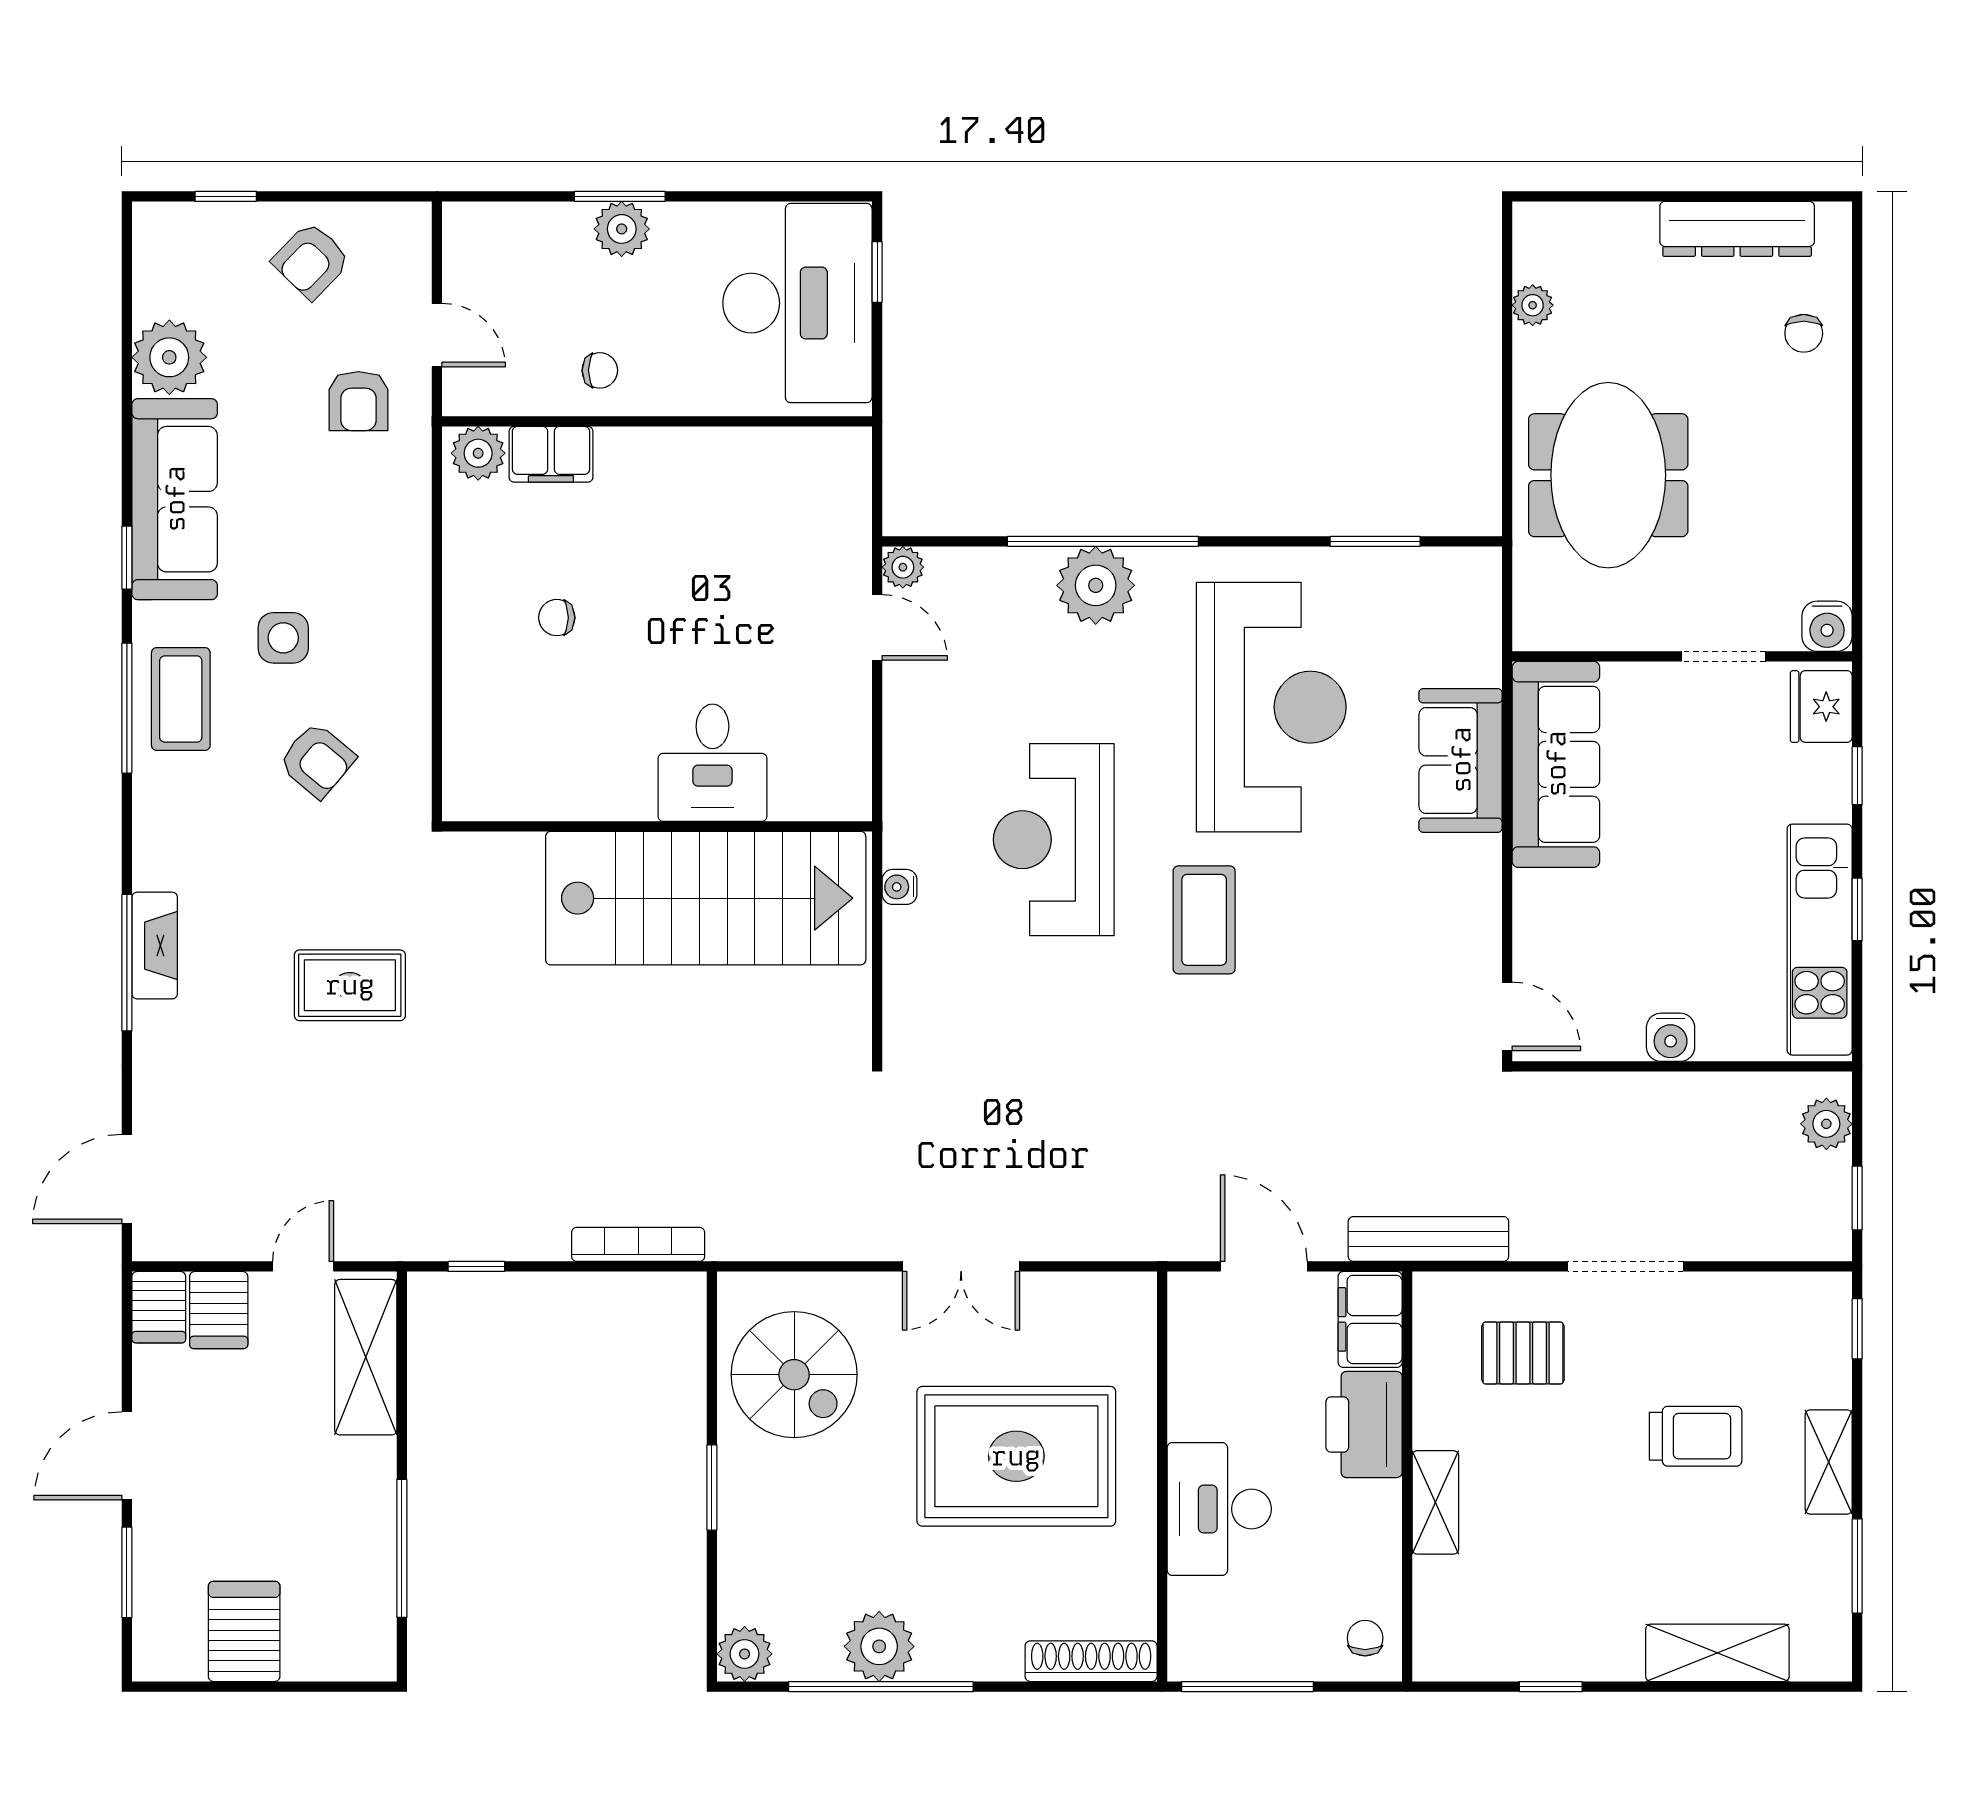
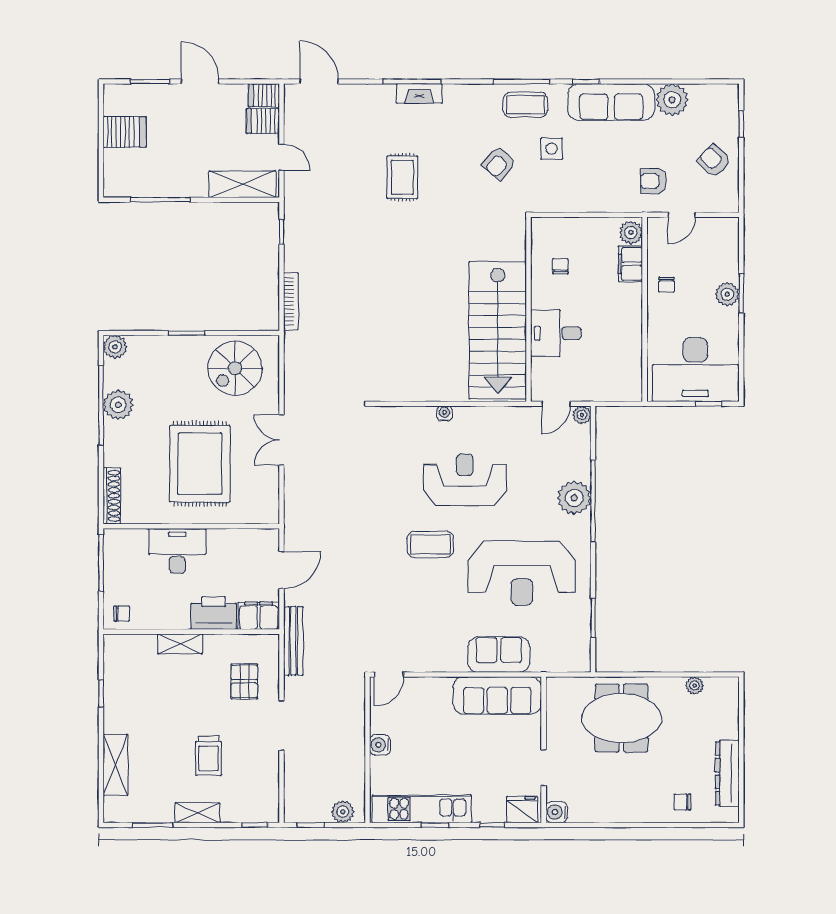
desk: (712, 763) -> (556, 333), moved
wall: (657, 826) -> (529, 309), moved
stairs: (706, 898) -> (498, 330), moved

